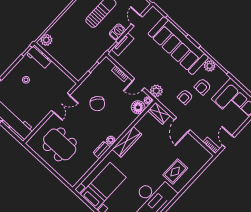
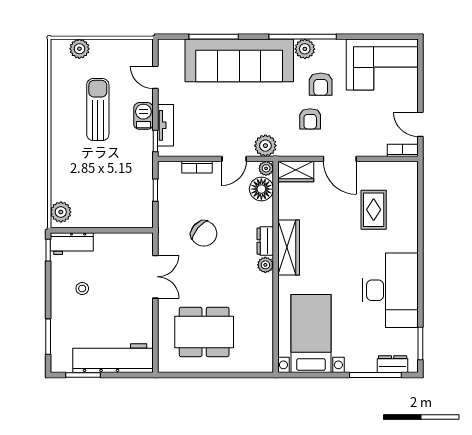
dresser: (102, 150) -> (265, 241), moved
rug: (175, 172) -> (374, 210), moved

